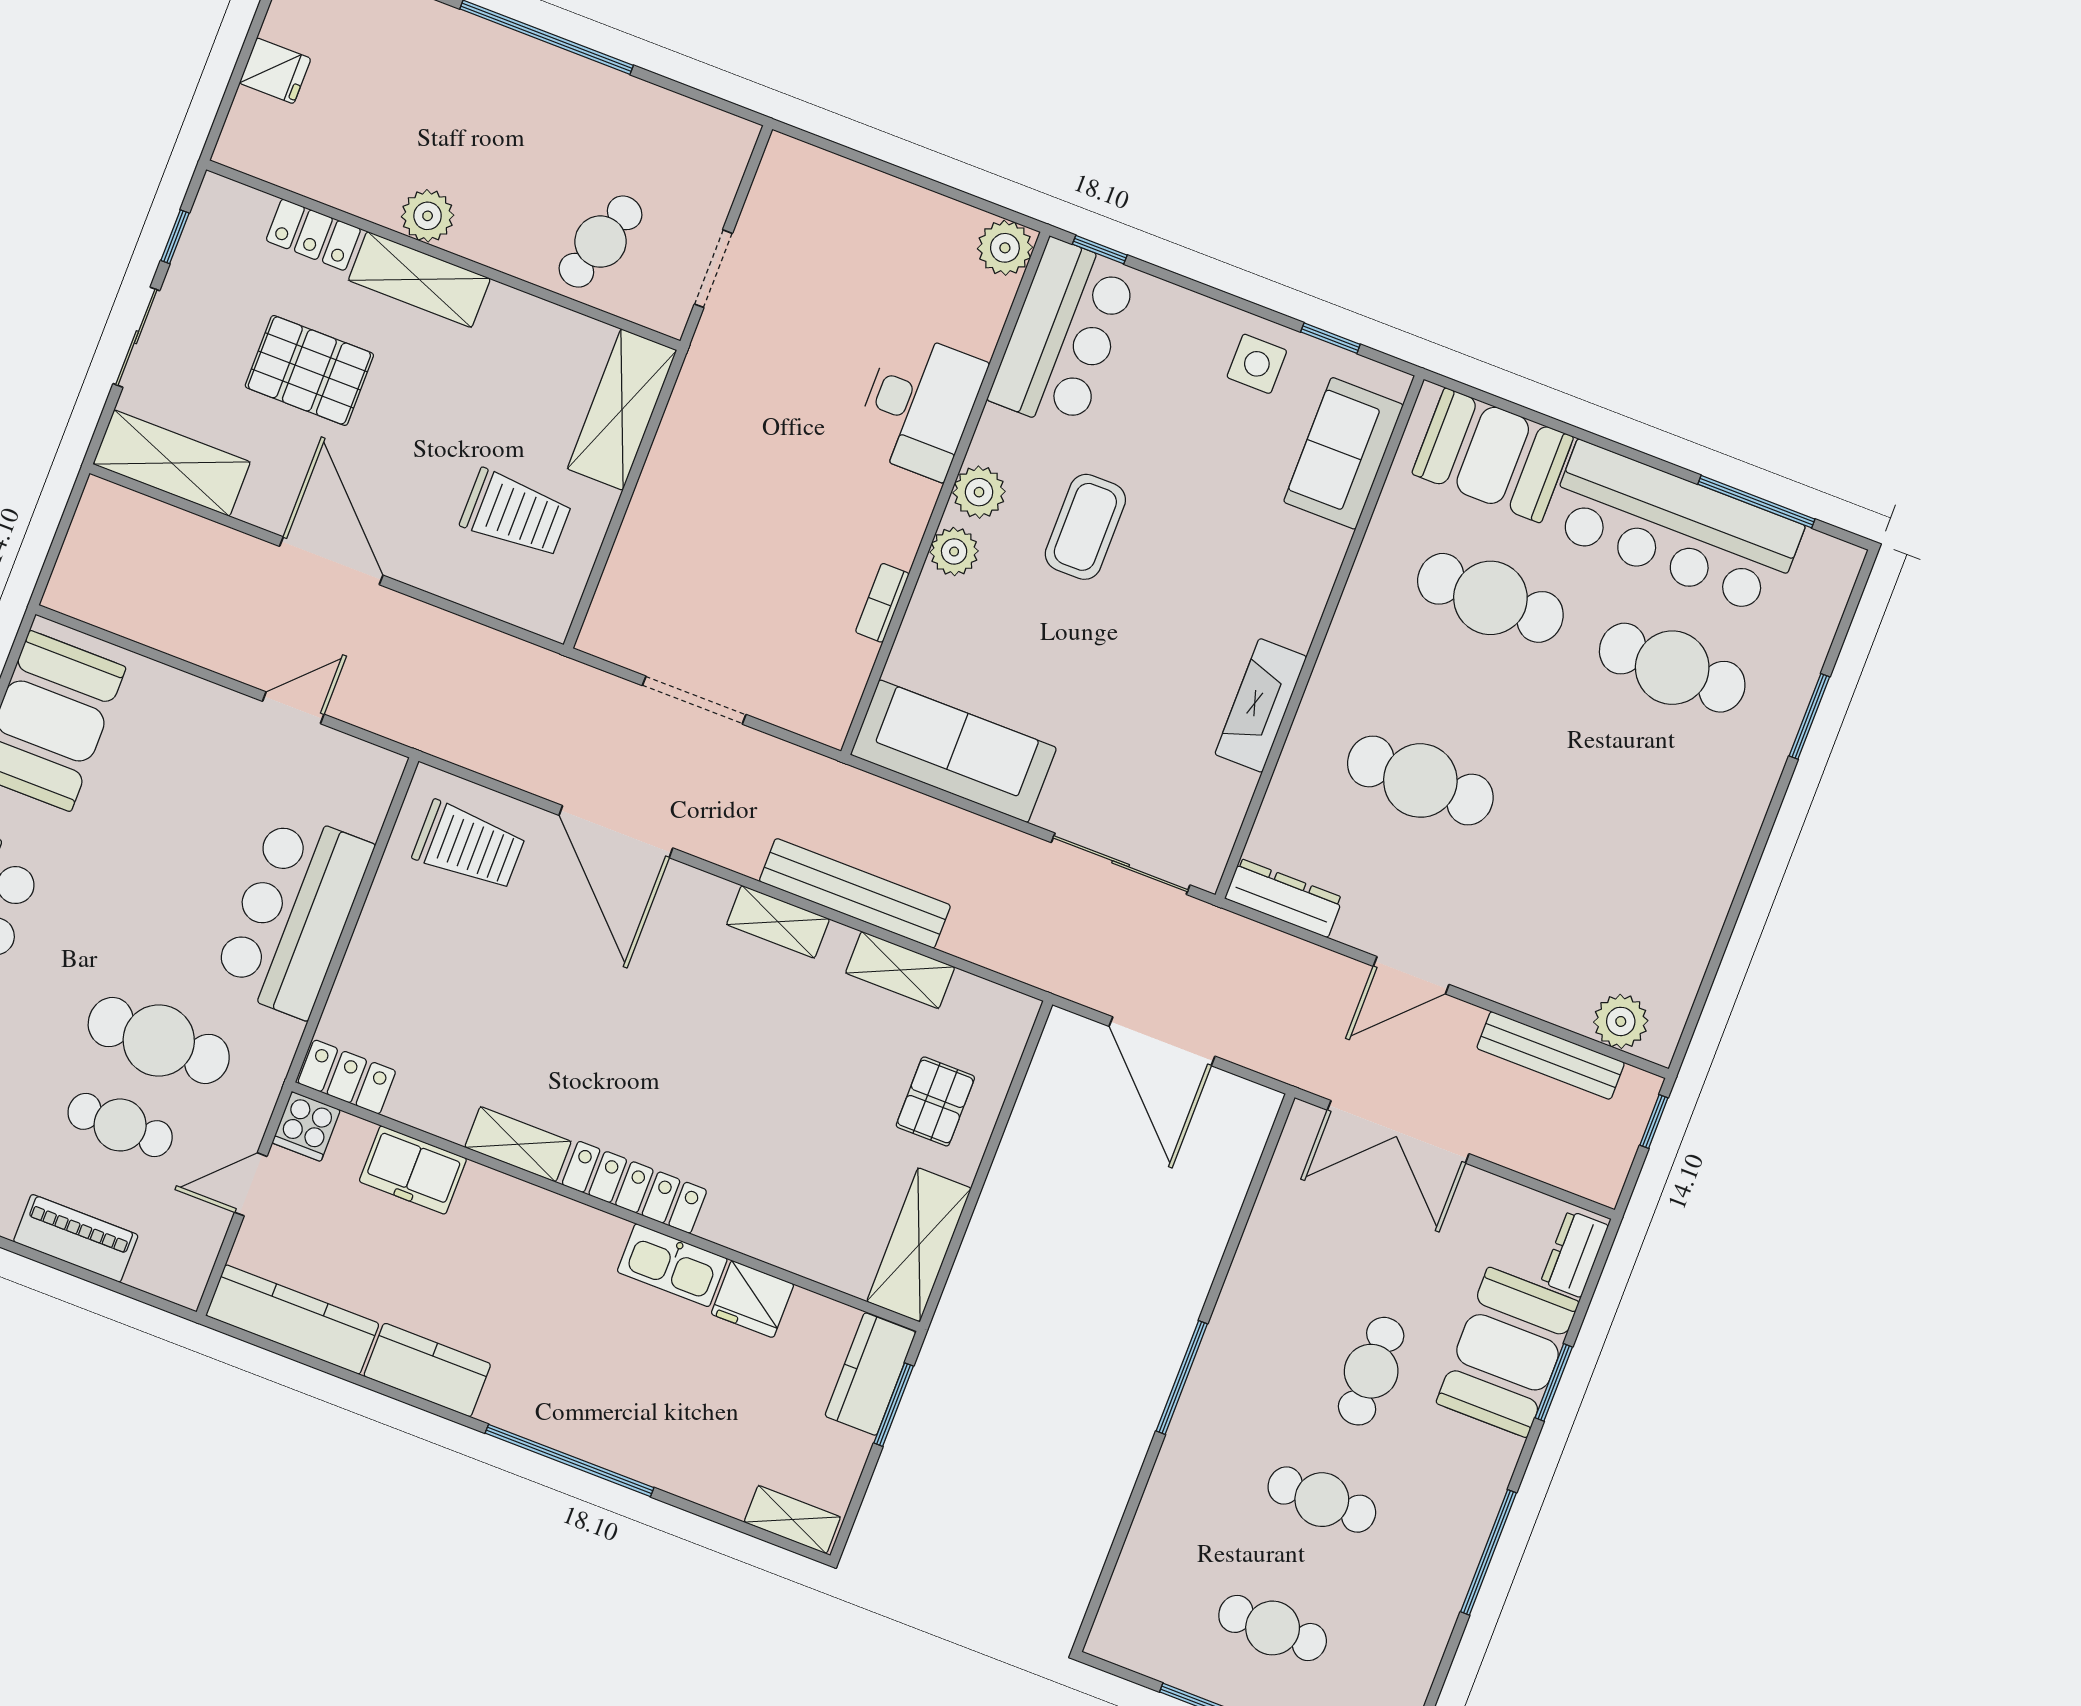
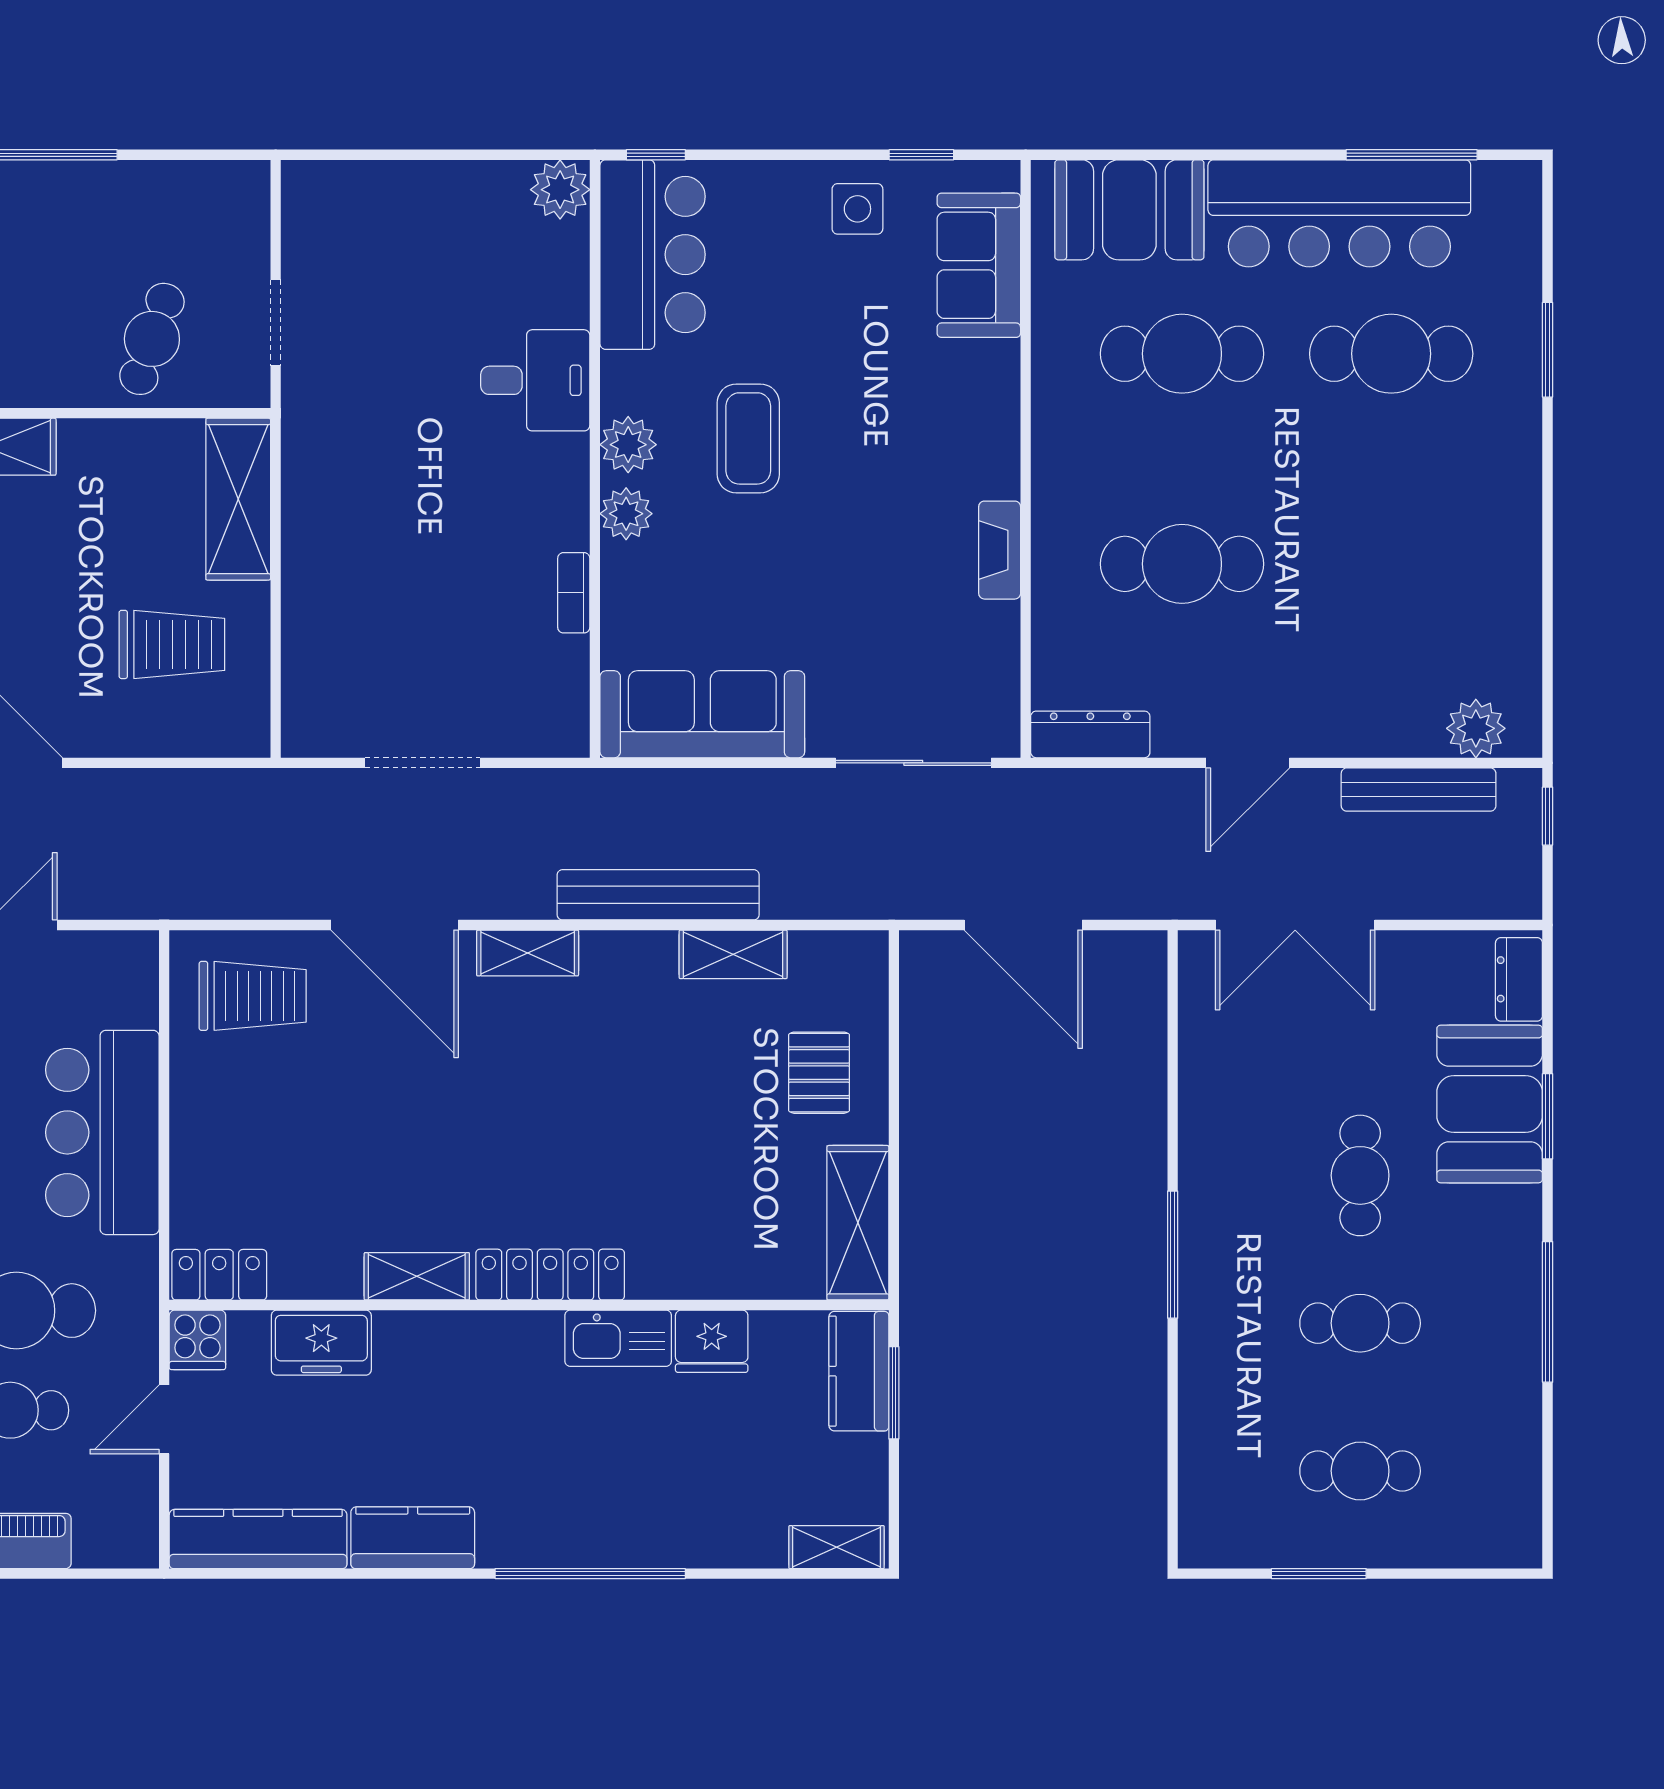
desk: (920, 405) -> (535, 380), width x0.73
fireplace: (1261, 705) -> (1000, 550), width x0.73, depth x0.76
shelving: (778, 922) -> (528, 953), moved

